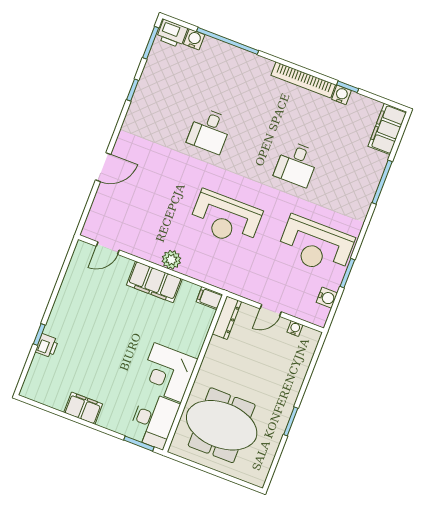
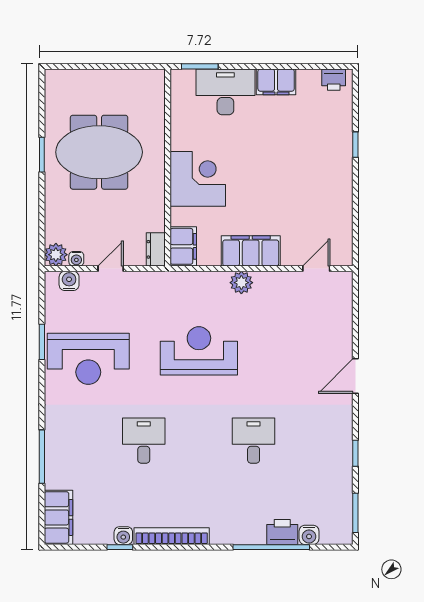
printer: (172, 33) -> (282, 532), moved
door: (103, 167) -> (355, 376), moved
reception desk: (316, 246) -> (88, 359), turned 180
filing cabinet: (209, 298) -> (183, 246), width x2.00
water cooler: (327, 298) -> (69, 281), moved, turned 90
dresser: (227, 318) -> (156, 249), width x0.70
plant: (310, 338) -> (56, 255), added
printer: (47, 346) -> (334, 80), moved, turned -90
corner desk: (168, 373) -> (198, 179), moved
desk: (154, 420) -> (225, 92), moved, turned 90
meeting table: (222, 425) -> (99, 152), moved

